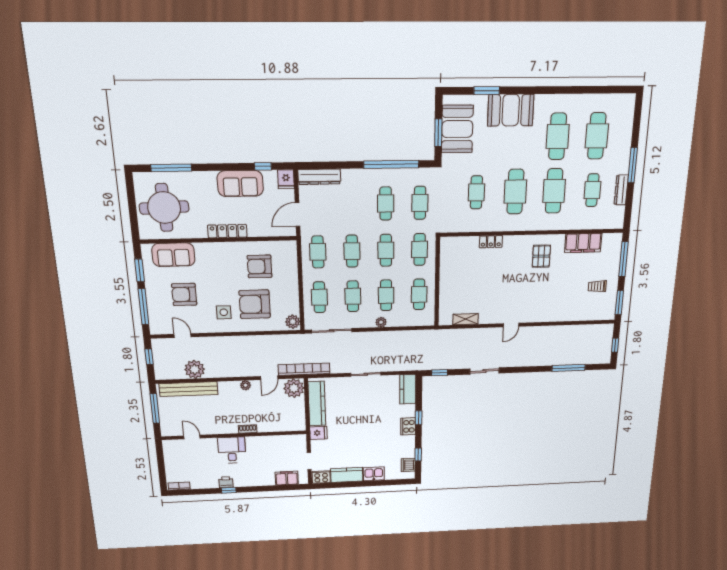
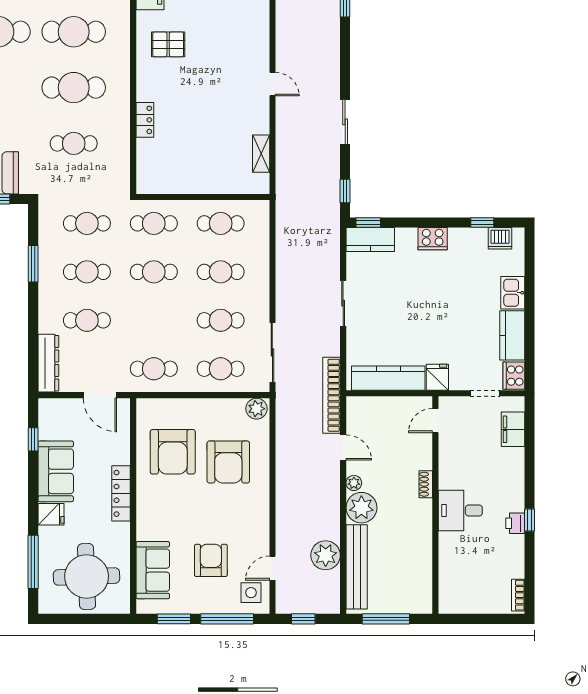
window: (391, 164) -> (33, 264), width x0.47
fridge: (286, 179) -> (51, 514), moved
cafe table: (352, 251) -> (87, 320), moved
armchair: (260, 266) -> (173, 452), width x1.36, depth x1.36
armchair: (184, 294) -> (211, 560), turned 180
side table: (224, 312) -> (251, 593), moved
plant: (381, 322) -> (262, 279), removed
plant: (294, 388) -> (361, 508), moved
window: (419, 418) -> (368, 222), moved
door: (192, 437) -> (435, 421), moved

